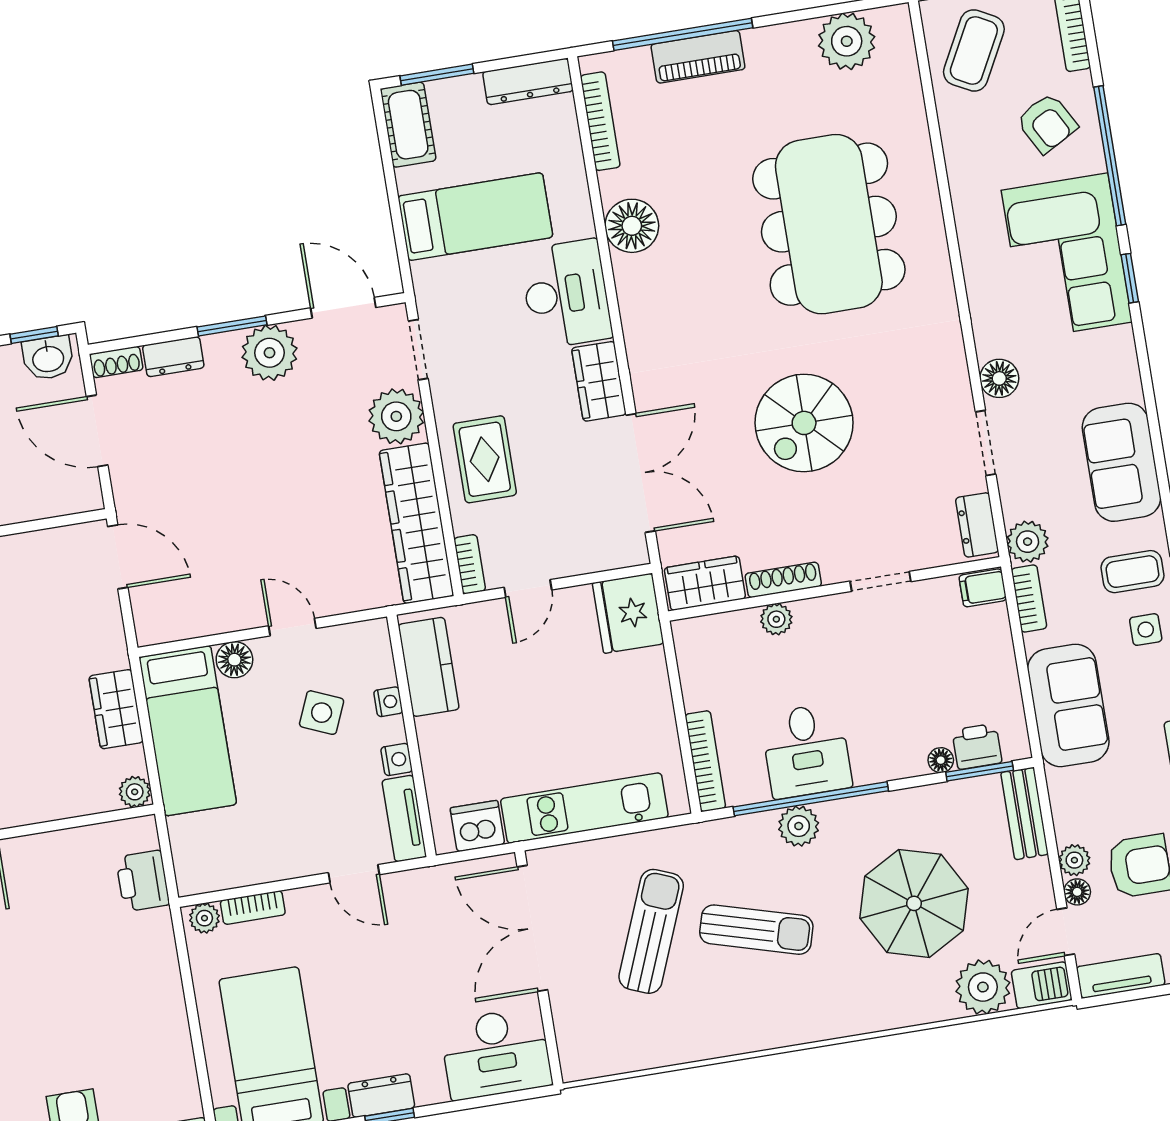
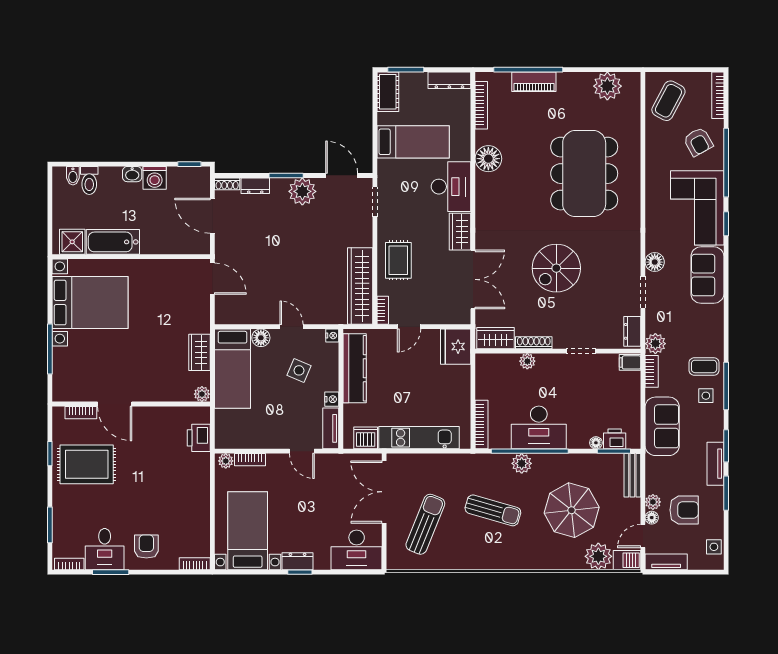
washbasin: (48, 358) -> (194, 176), removed
plant: (396, 416) -> (359, 232), removed
sofa: (1122, 462) -> (707, 275), moved
kitchen counter: (429, 667) -> (355, 368), width x1.50
nightstand: (388, 702) -> (332, 336), moved
desk: (806, 751) -> (539, 427), width x1.37
sun lounger: (651, 931) -> (425, 524), moved

